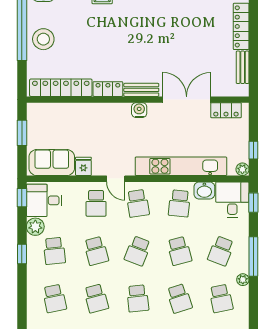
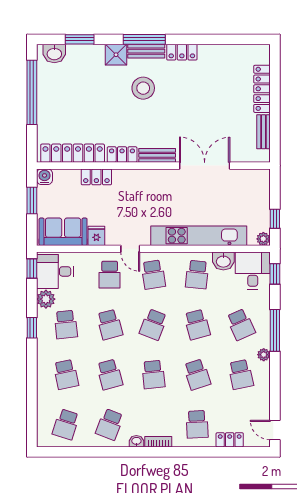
stool: (43, 39) -> (143, 88), moved
water cooler: (139, 110) -> (44, 177), moved
locker: (226, 110) -> (96, 177), moved
school desk: (221, 251) -> (241, 325), turned -45

